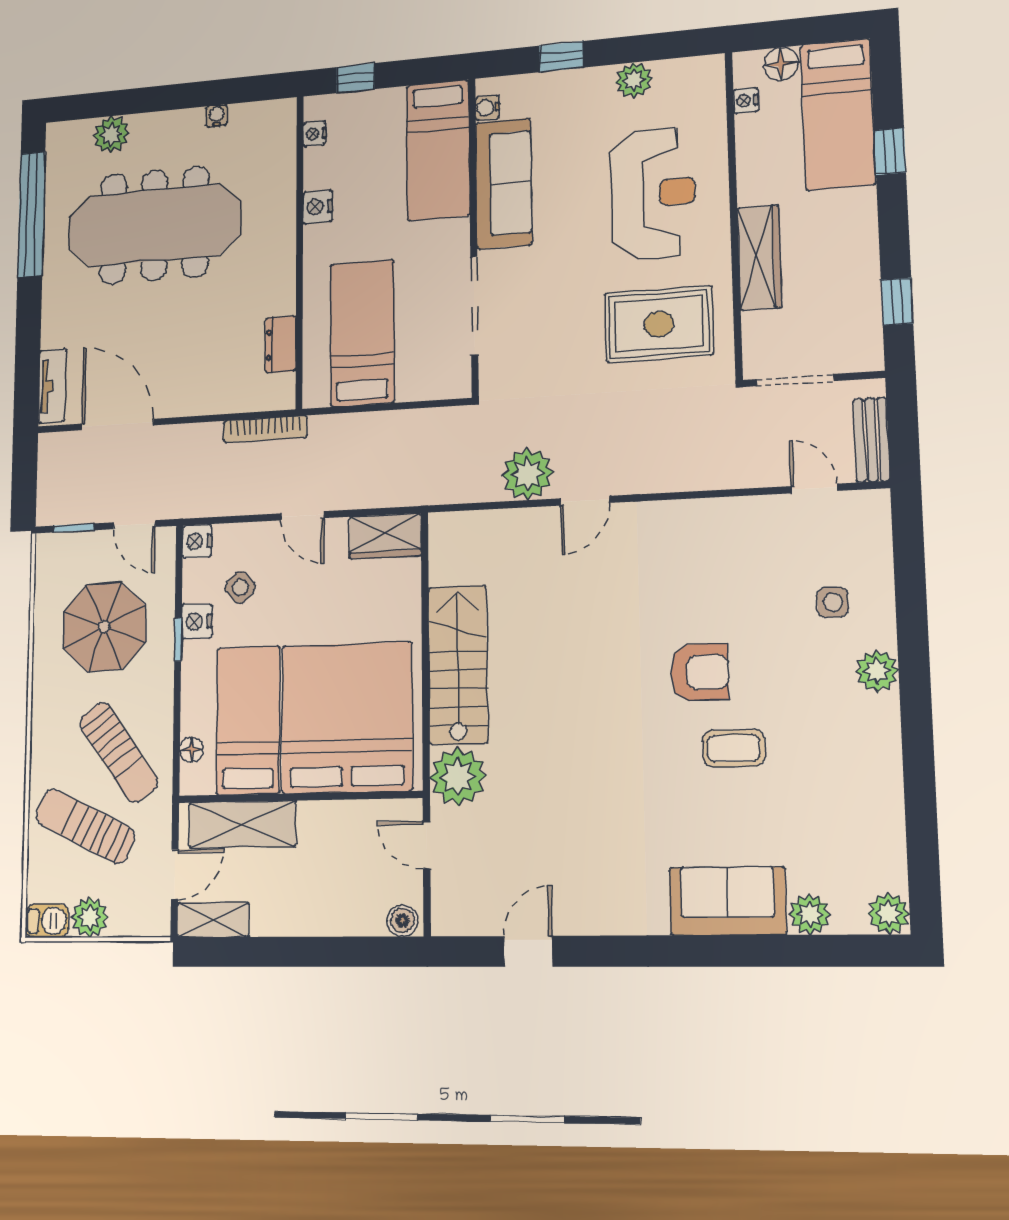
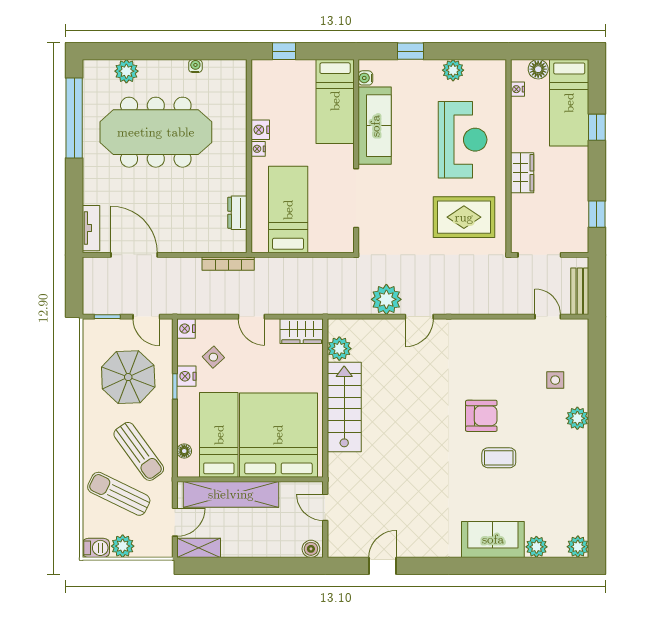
nightstand: (314, 134) -> (258, 149), moved
wardrobe: (759, 258) -> (522, 173), width x0.67
plant: (458, 777) -> (339, 349), moved, width x0.73, depth x0.73
shelving: (242, 824) -> (231, 494), width x1.47

